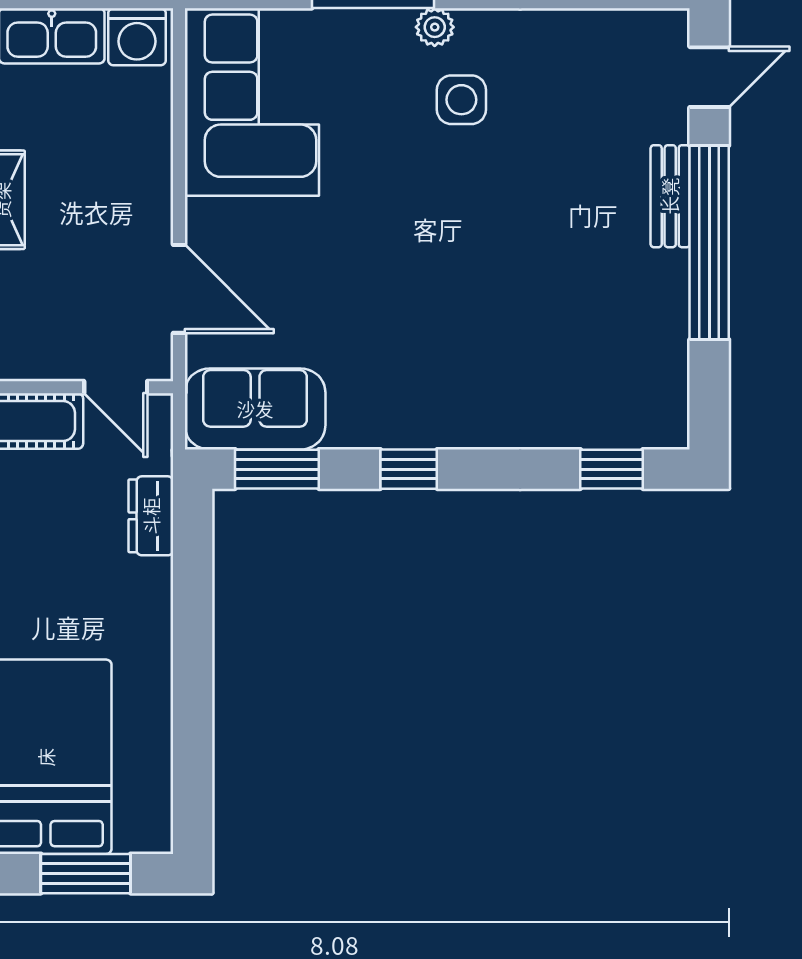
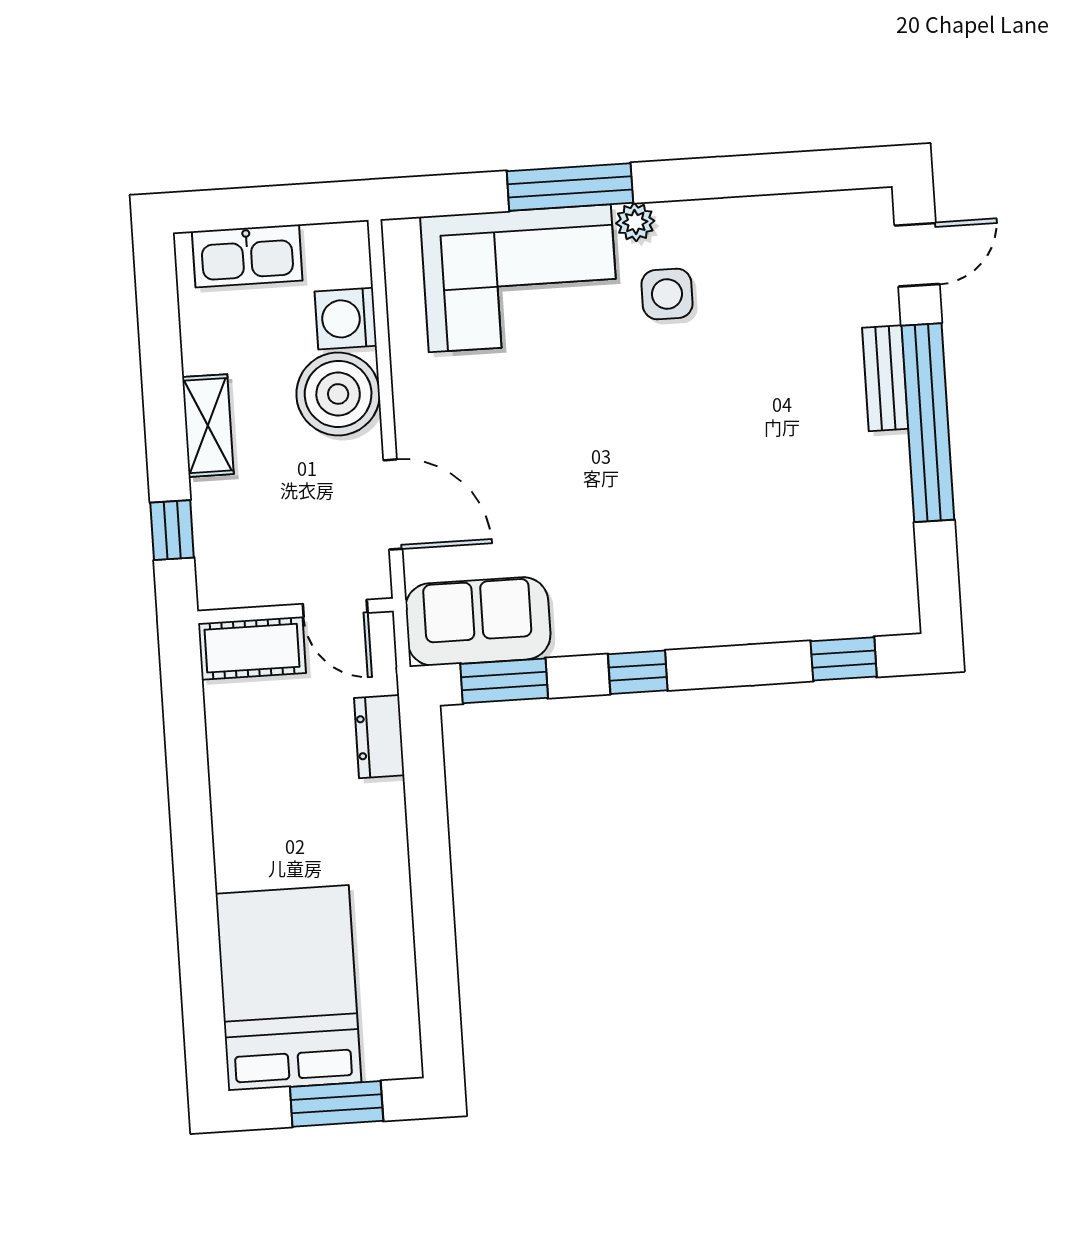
washing machine: (137, 37) -> (346, 319), moved, turned 90
corner sofa: (252, 102) -> (520, 278), moved, turned 90
boiler: (132, 177) -> (338, 394), added

